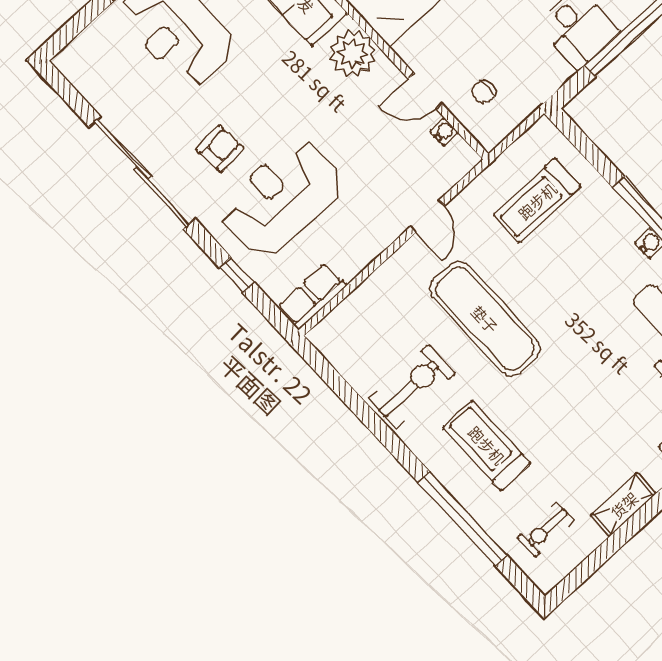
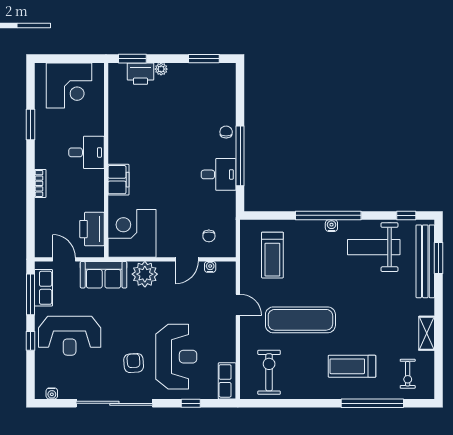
water cooler: (78, 77) -> (52, 393), added
reception desk: (281, 198) -> (176, 357), turned 180
exercise bike: (412, 386) -> (269, 372), moved

